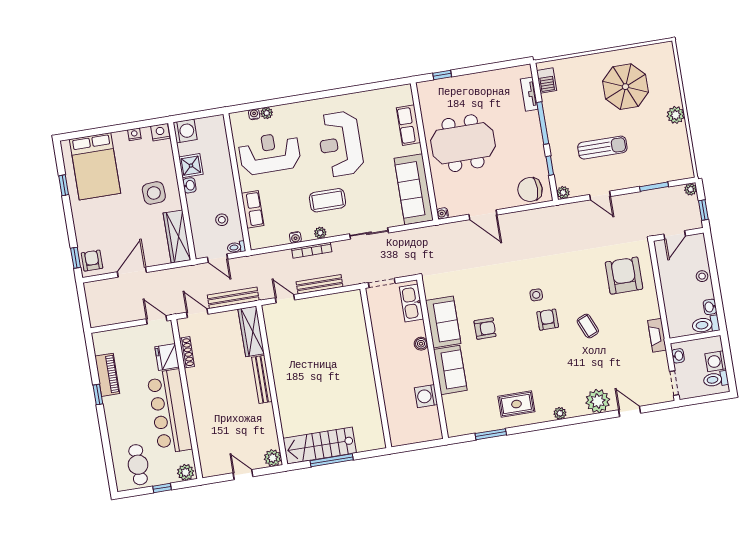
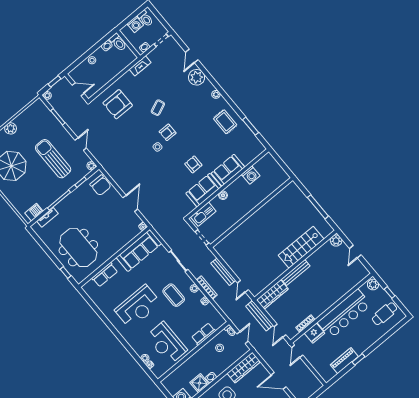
meeting table: (463, 143) -> (78, 248), moved
sun lounger: (602, 148) -> (53, 159), width x1.36, depth x1.34
stairs: (320, 446) -> (301, 247), moved, turned 90

